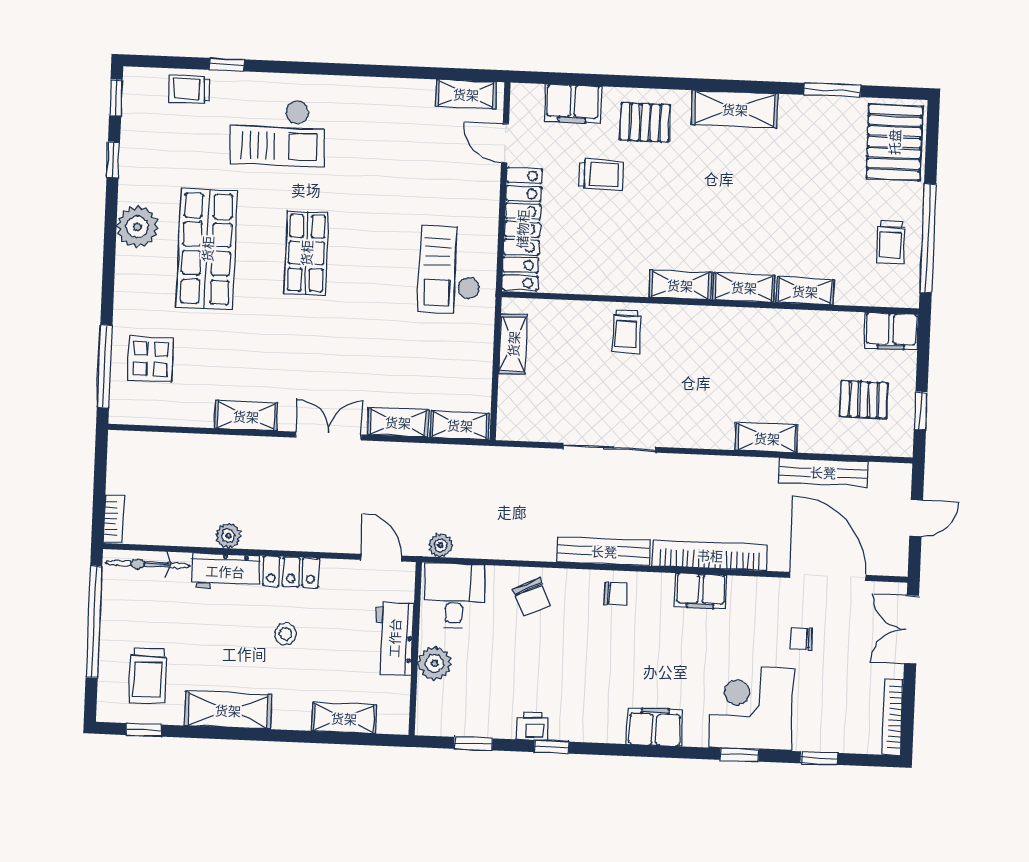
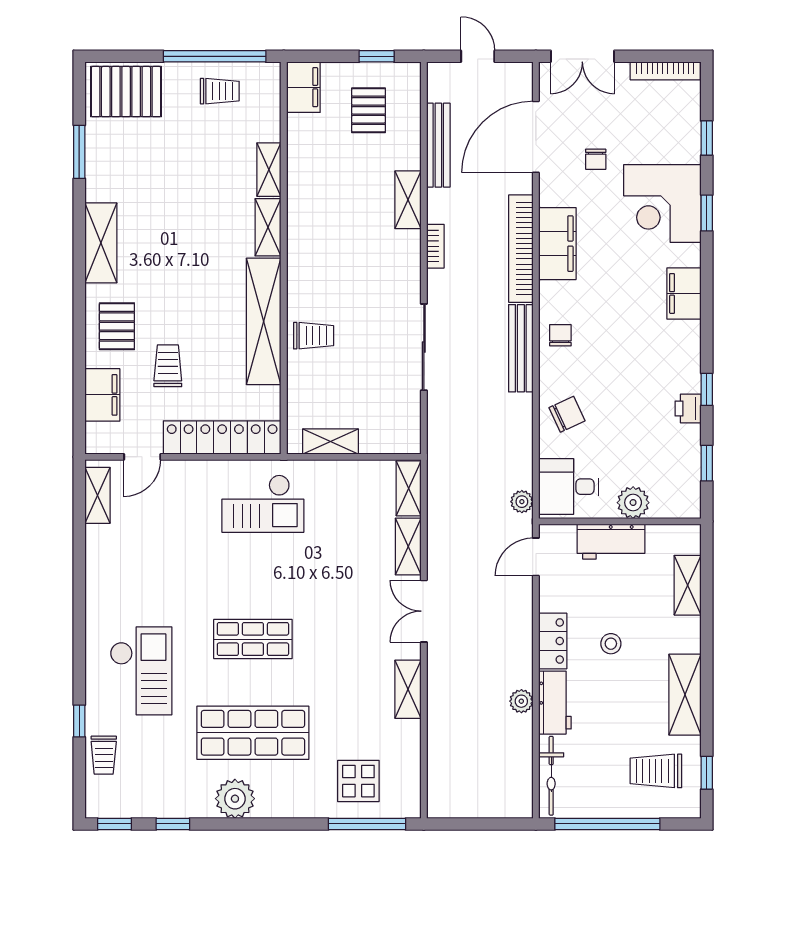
shelving: (680, 285) -> (264, 321), width x2.20, depth x1.33
bookcase: (114, 519) -> (435, 246), moved, turned 90
filing cabinet: (701, 591) -> (557, 244), width x1.50, depth x1.17
trolley: (148, 676) -> (656, 771), turned 180

